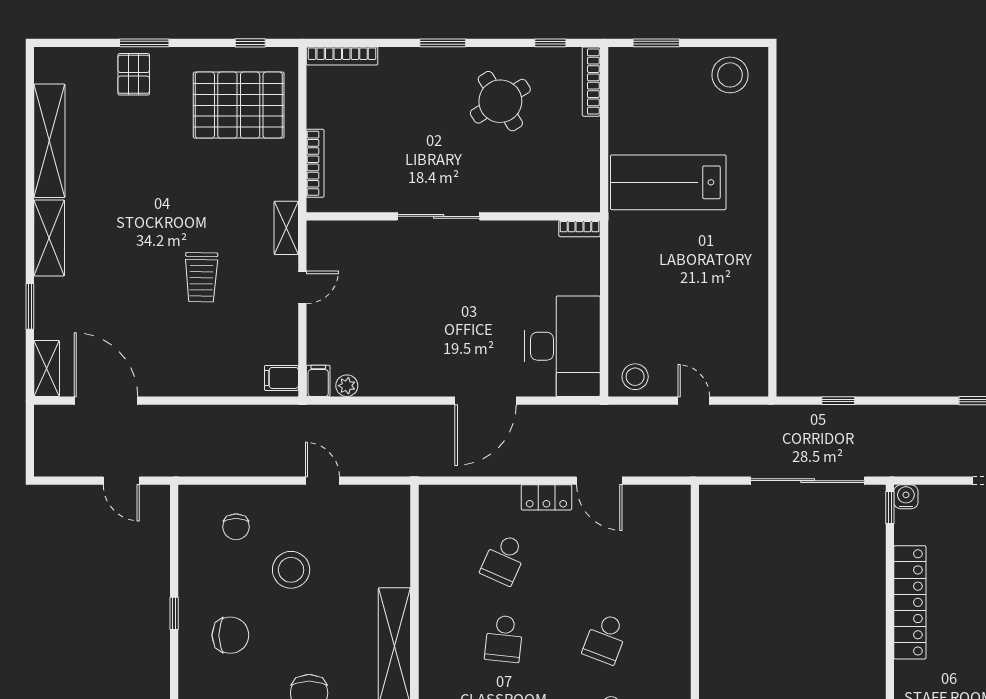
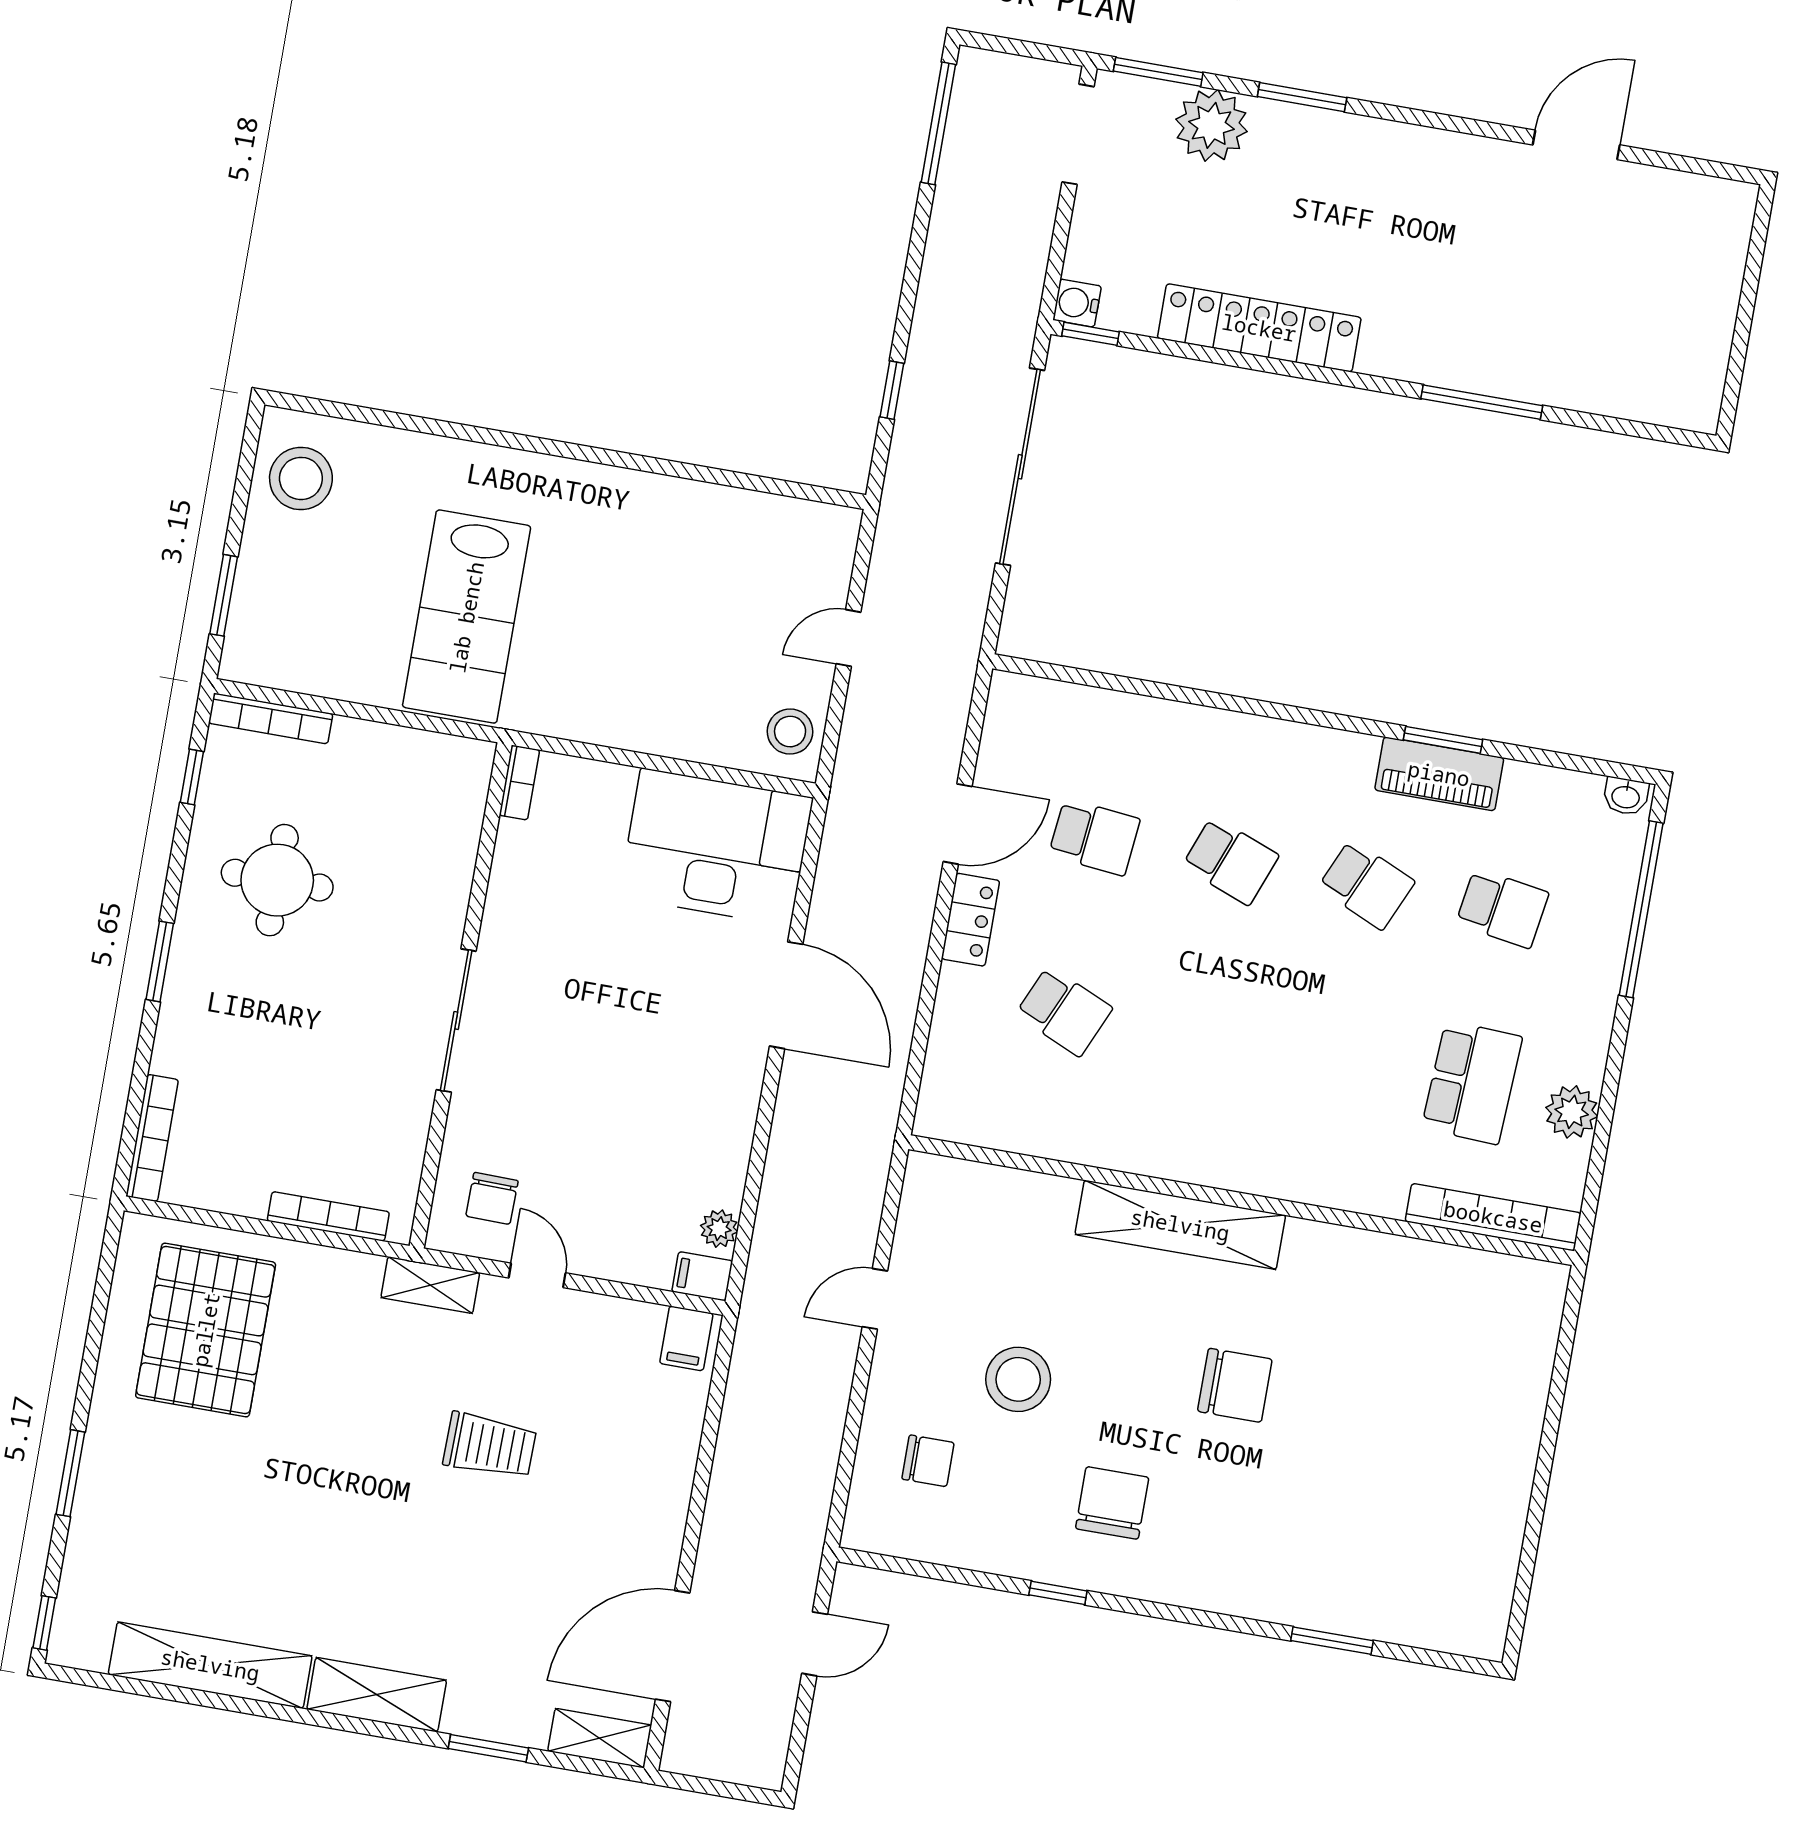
window: (250, 43) -> (44, 1623), moved
pallet: (134, 74) -> (121, 1501), removed
round table: (500, 101) -> (277, 880), turned 32
chair: (341, 254) -> (492, 1198), added
school desk: (504, 639) -> (1094, 837), moved

